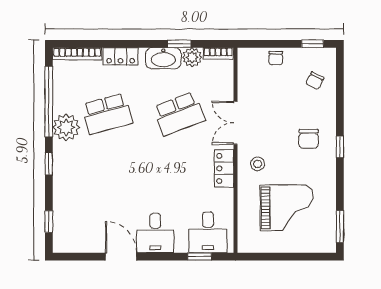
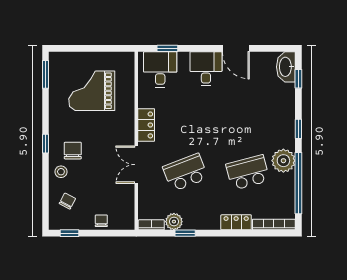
washbasin: (163, 58) -> (286, 67), moved, turned -90
double door: (235, 123) -> (136, 165), swing flipped
stool: (258, 164) -> (61, 172), moved

